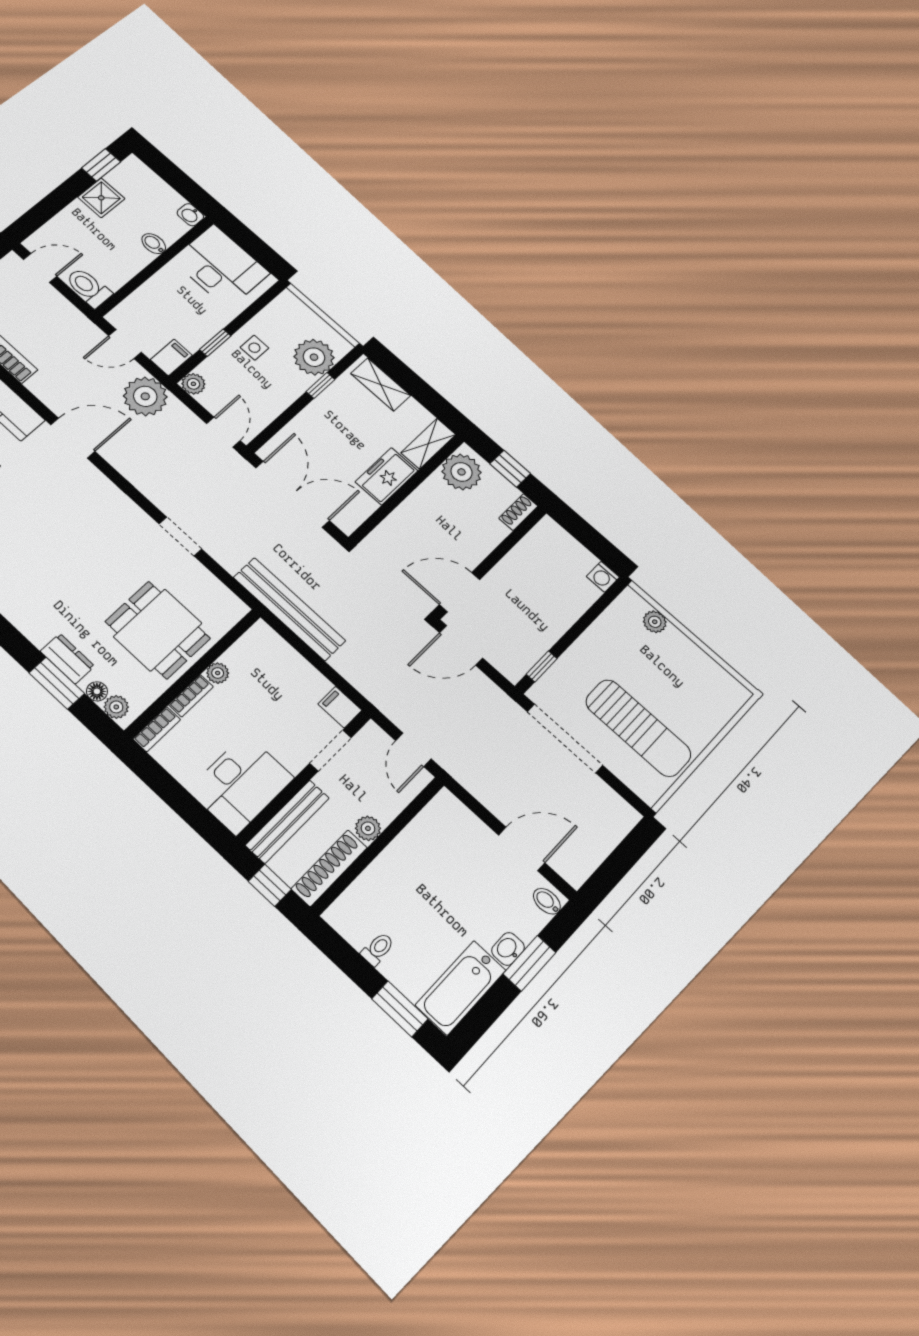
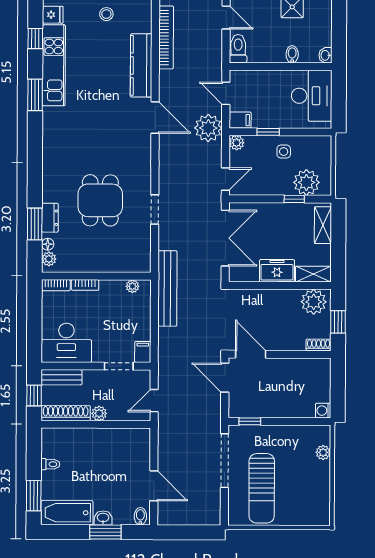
dining table: (158, 630) -> (100, 200), moved
plant: (218, 673) -> (132, 286), moved
bench: (287, 822) -> (62, 377), width x0.73

